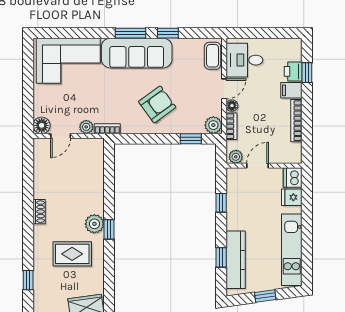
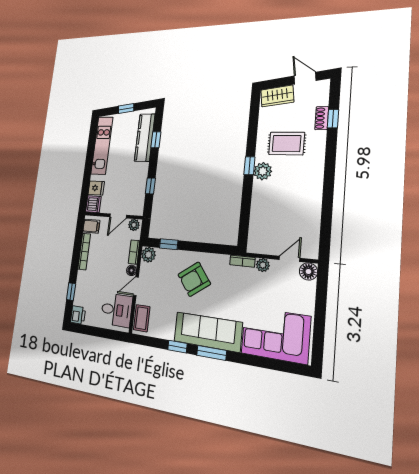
printer: (293, 71) -> (78, 315), moved
filing cabinet: (291, 90) -> (91, 226), moved
shoe rack: (39, 212) -> (322, 118), moved

